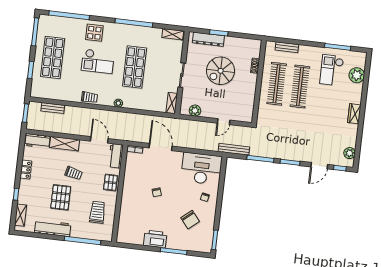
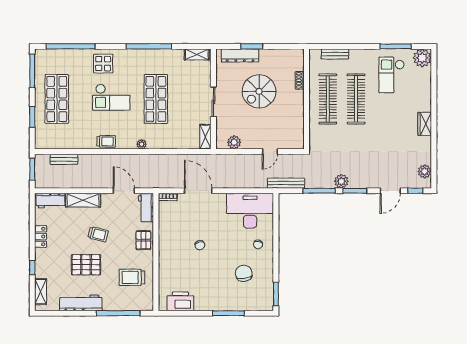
plant: (357, 75) -> (422, 58), moved
plant: (280, 153) -> (341, 181), added
pallet: (61, 197) -> (86, 265), turned 90
trolley: (97, 212) -> (132, 277), turned -90
chair: (190, 220) -> (244, 273), turned -148
printer: (155, 239) -> (180, 301), moved

